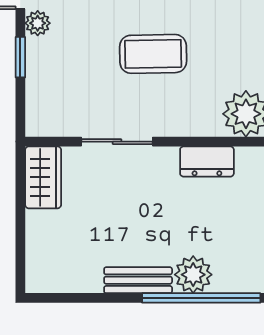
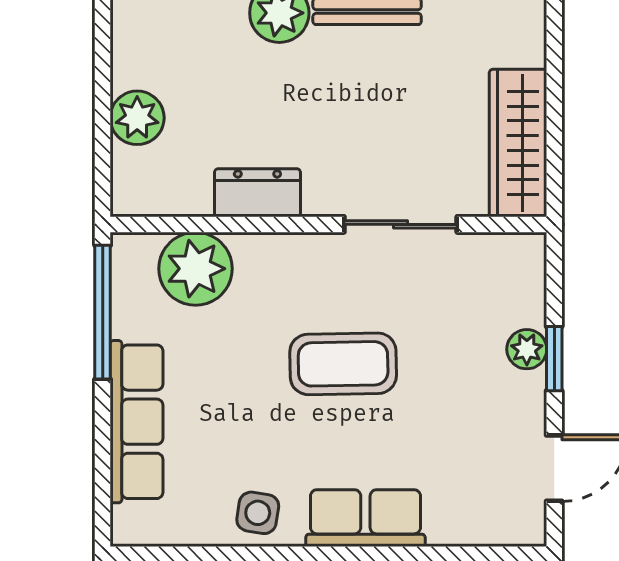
plant: (38, 23) -> (527, 349), moved
wardrobe: (43, 177) -> (518, 143), width x1.50

